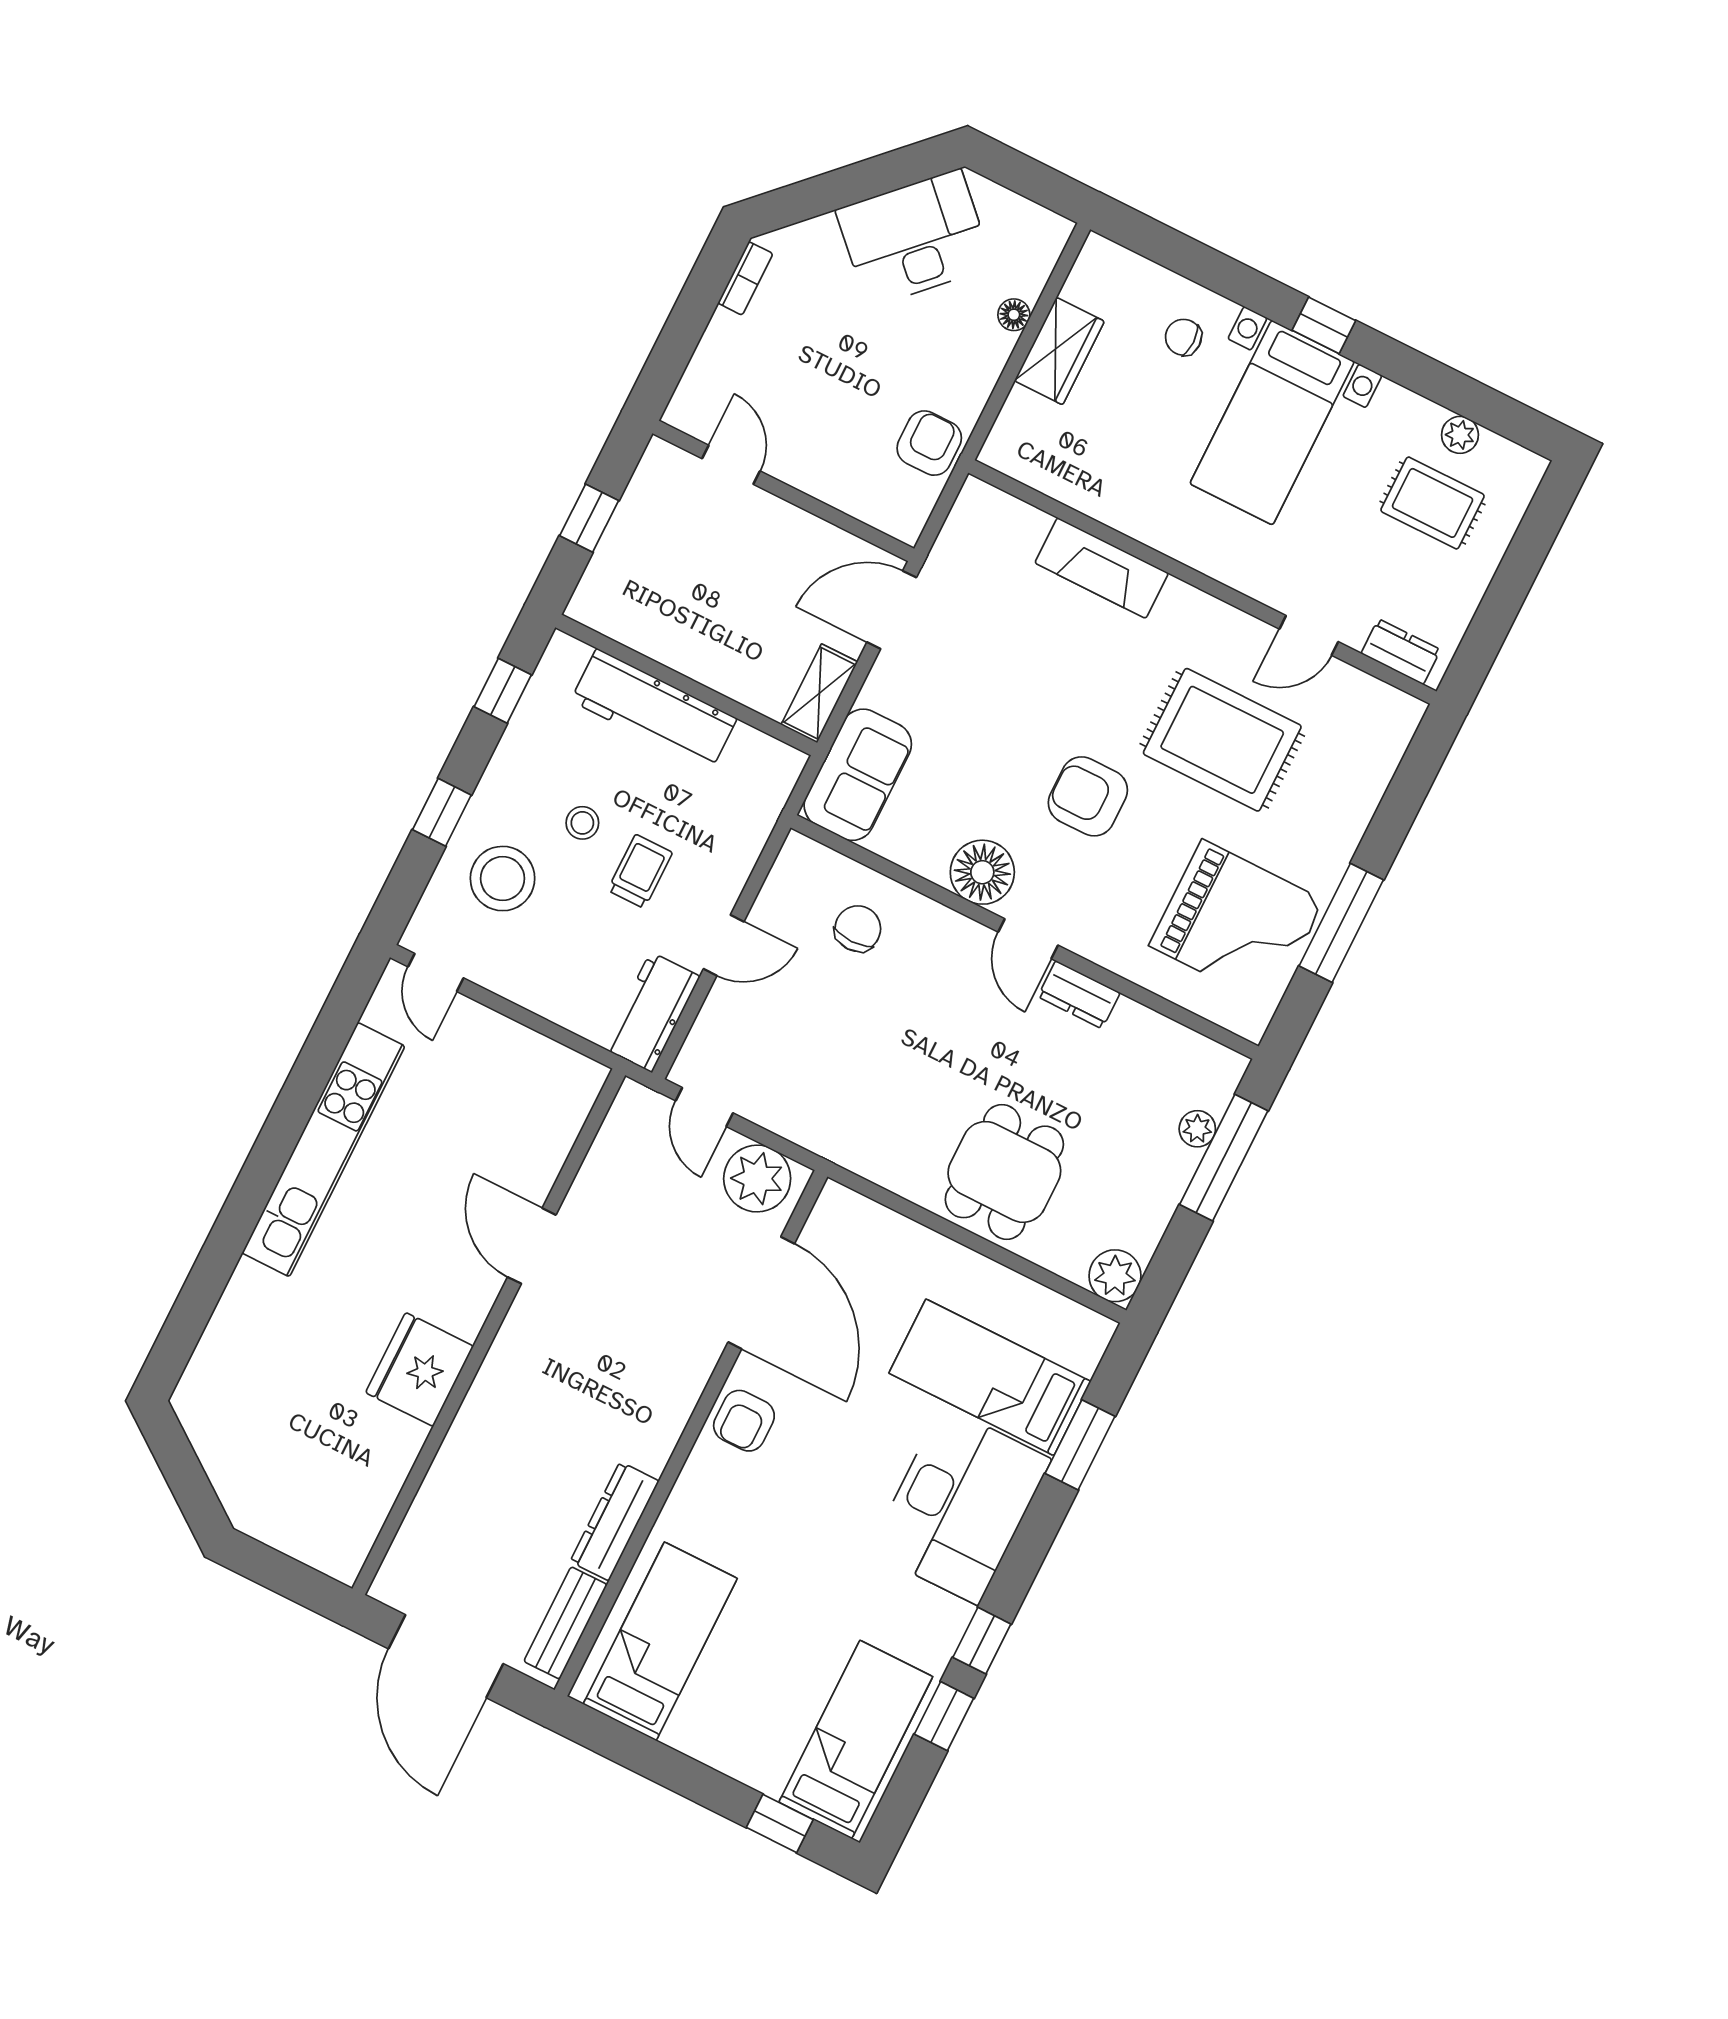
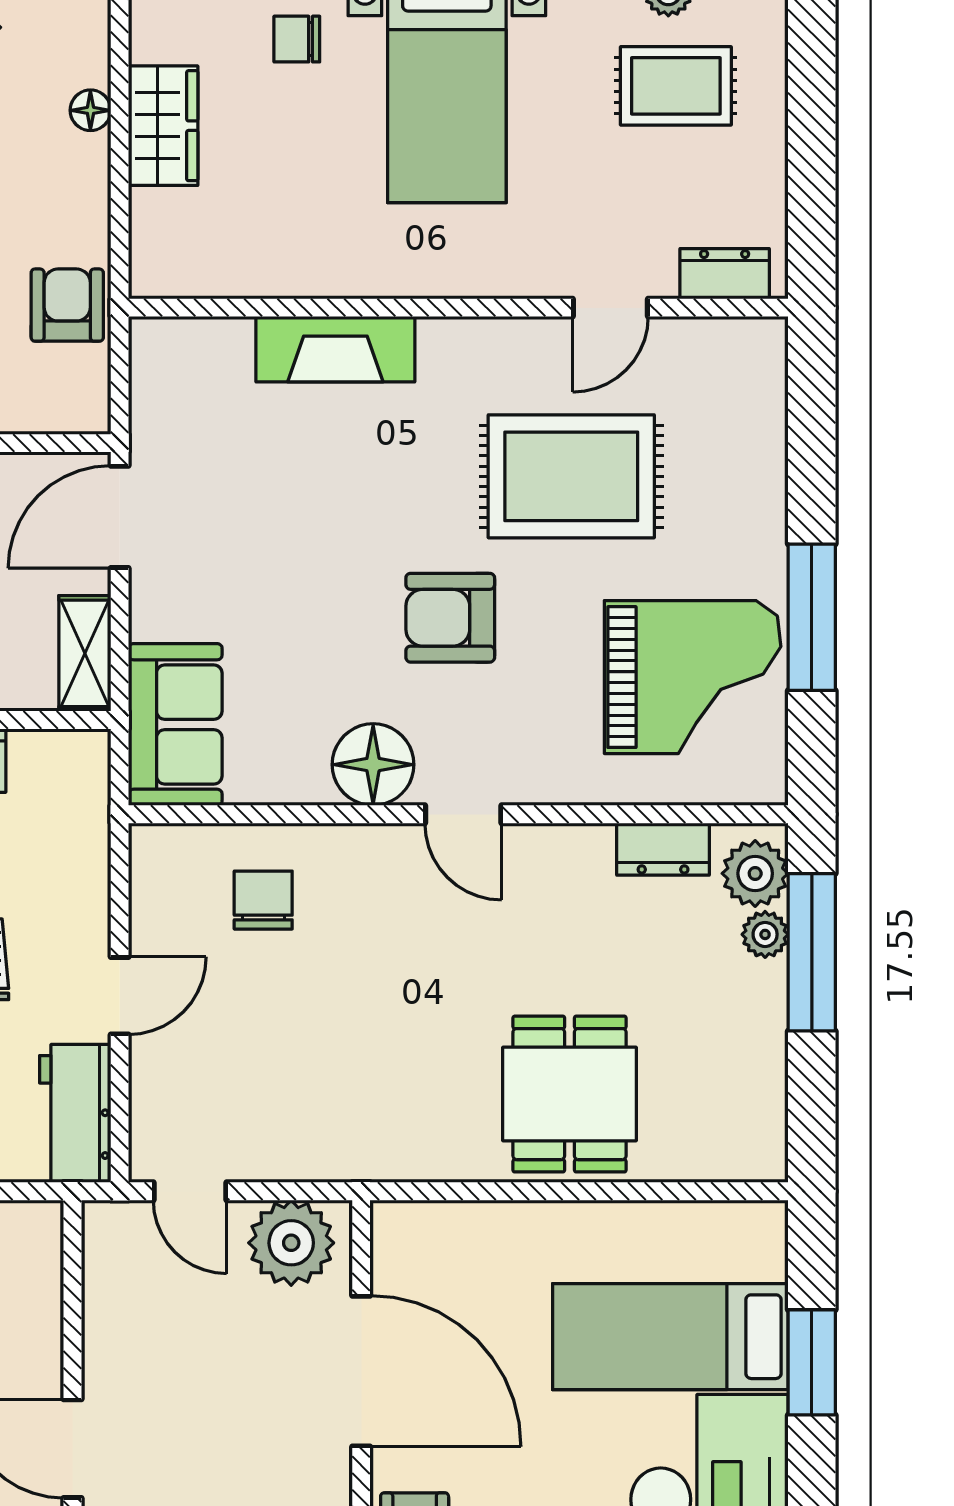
dresser: (1079, 995) -> (663, 849), moved
plant: (1115, 1276) -> (755, 873), moved

